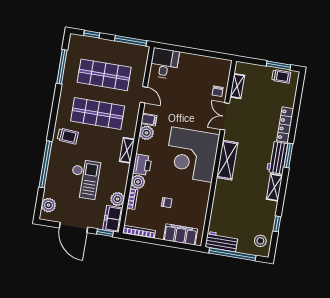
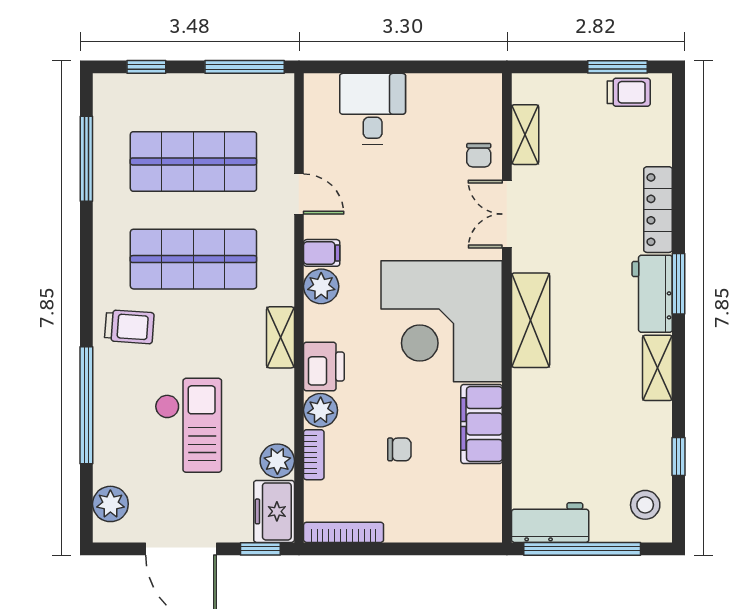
desk: (164, 63) -> (373, 109), moved
filing cabinet: (181, 234) -> (482, 424), moved, turned -90

